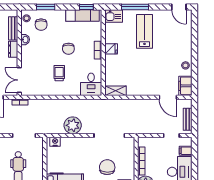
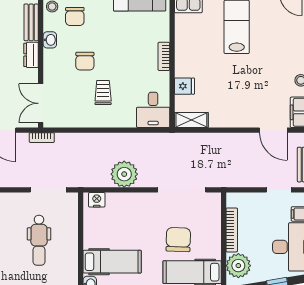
chair: (68, 49) -> (85, 61), moved
fridge: (111, 49) -> (184, 86), moved

